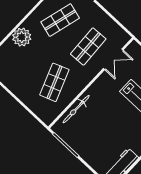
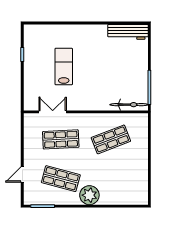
plant: (22, 37) -> (89, 195), moved
bicycle: (76, 109) -> (129, 105), moved

